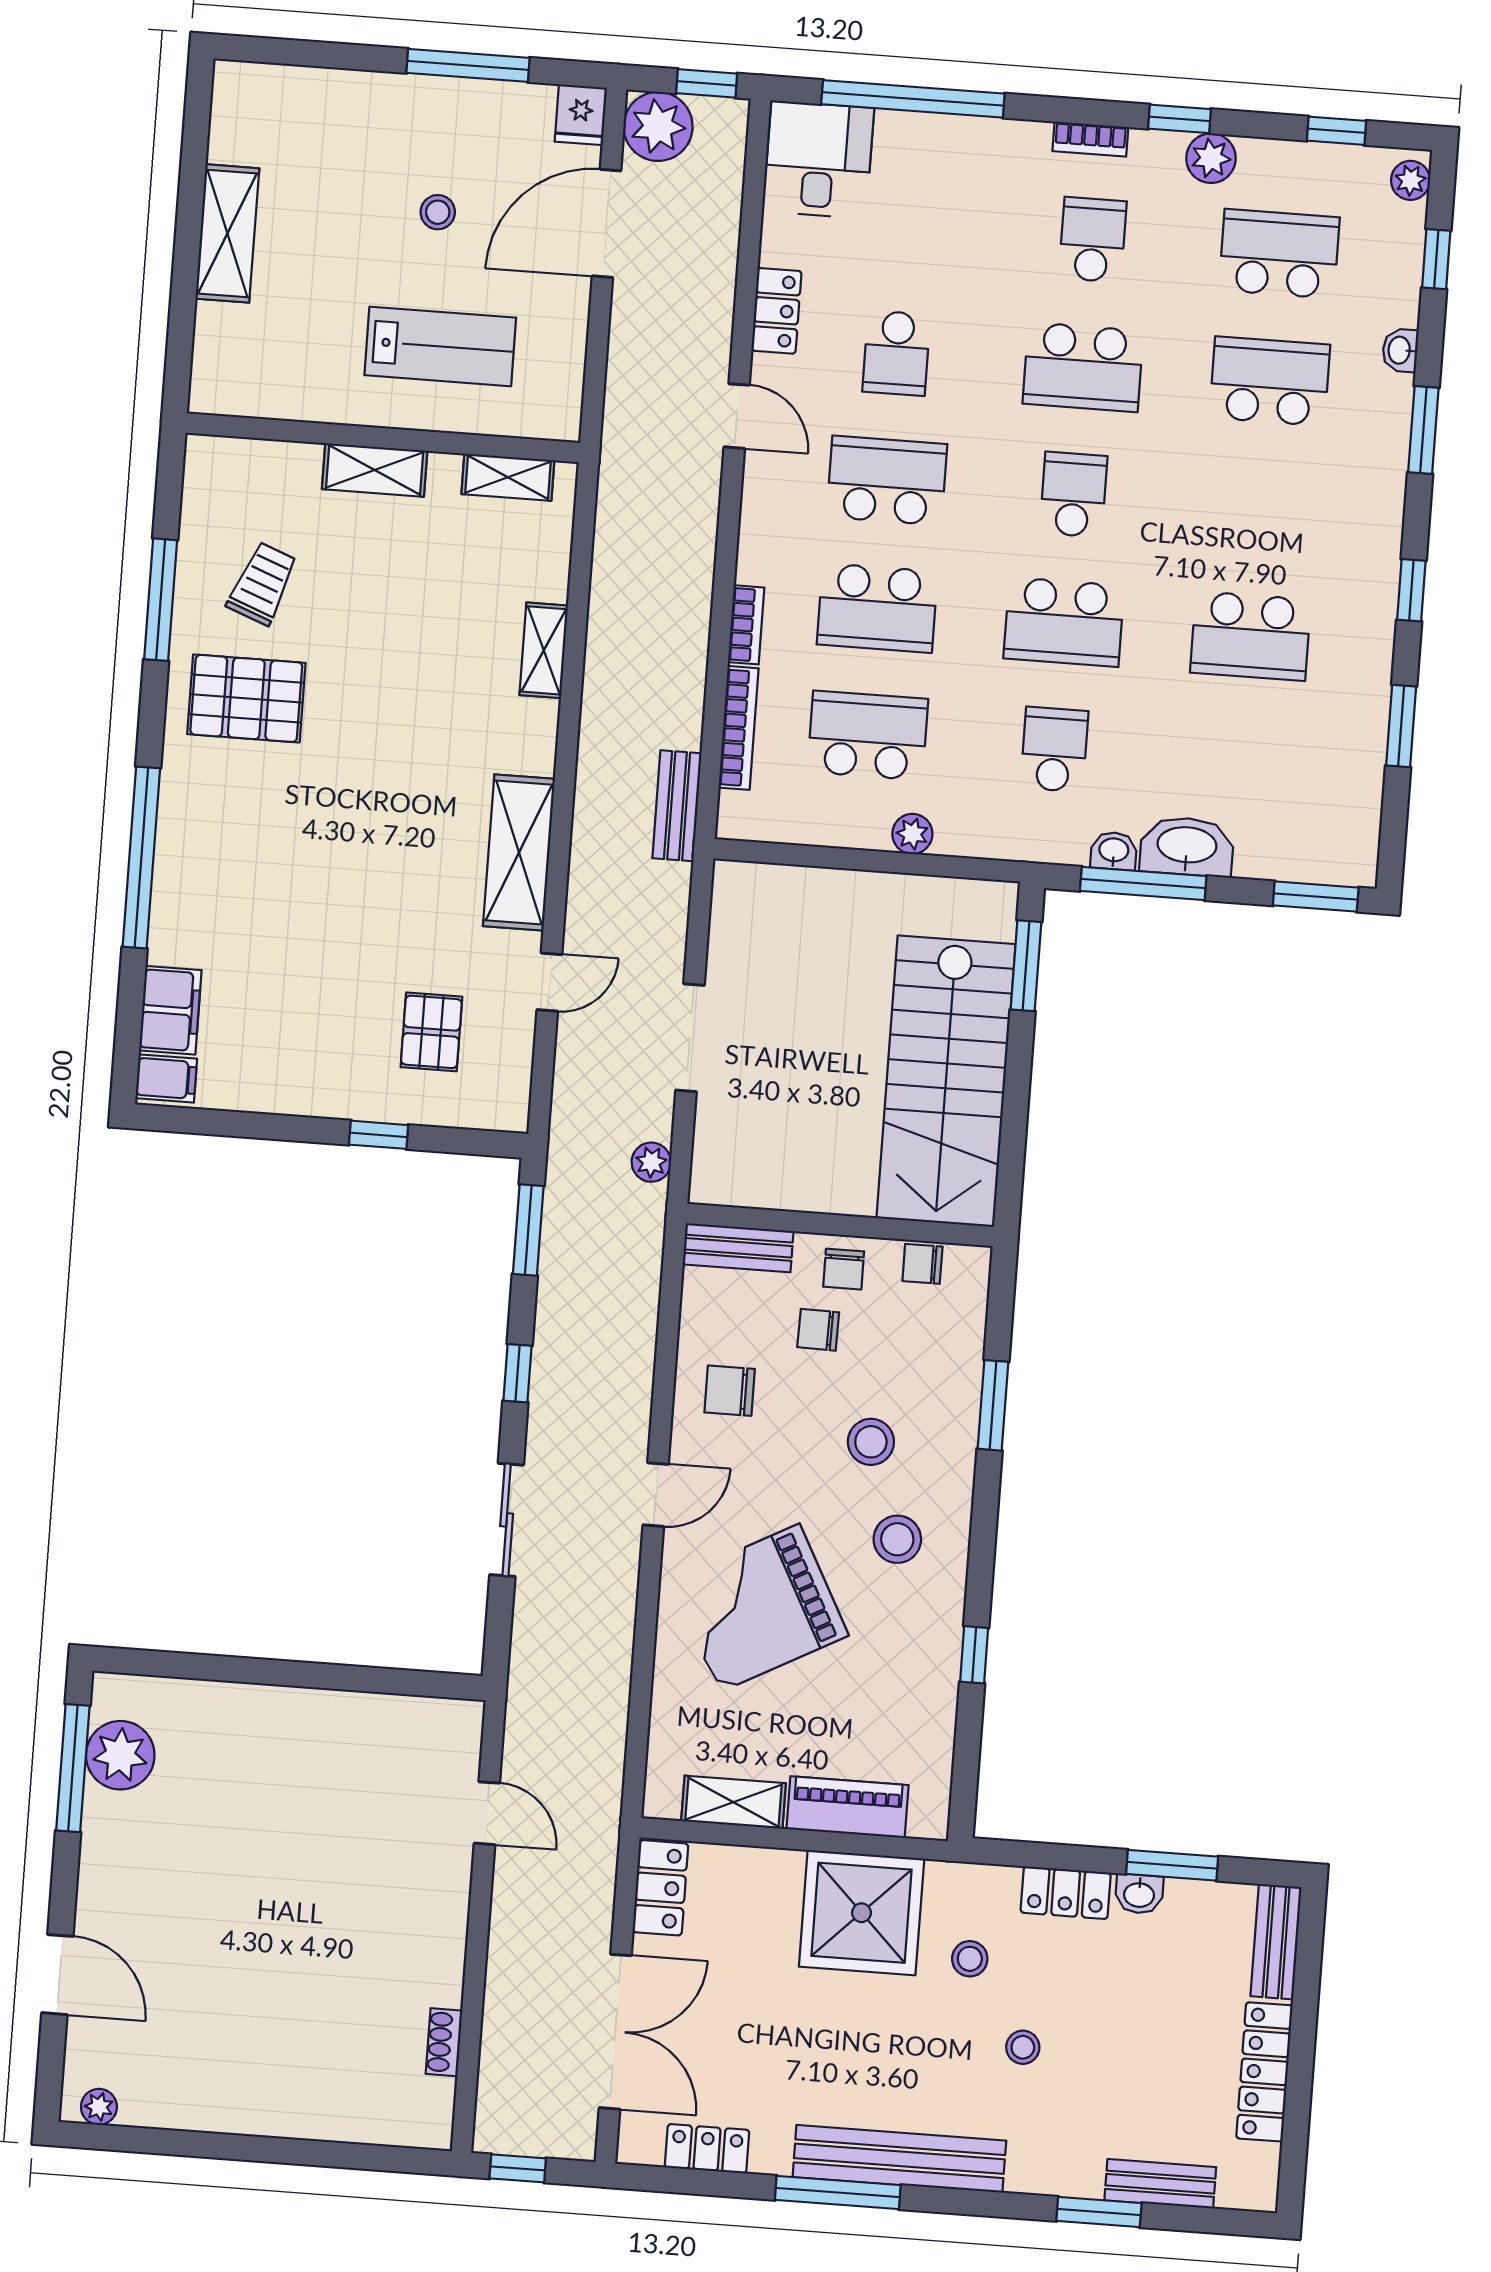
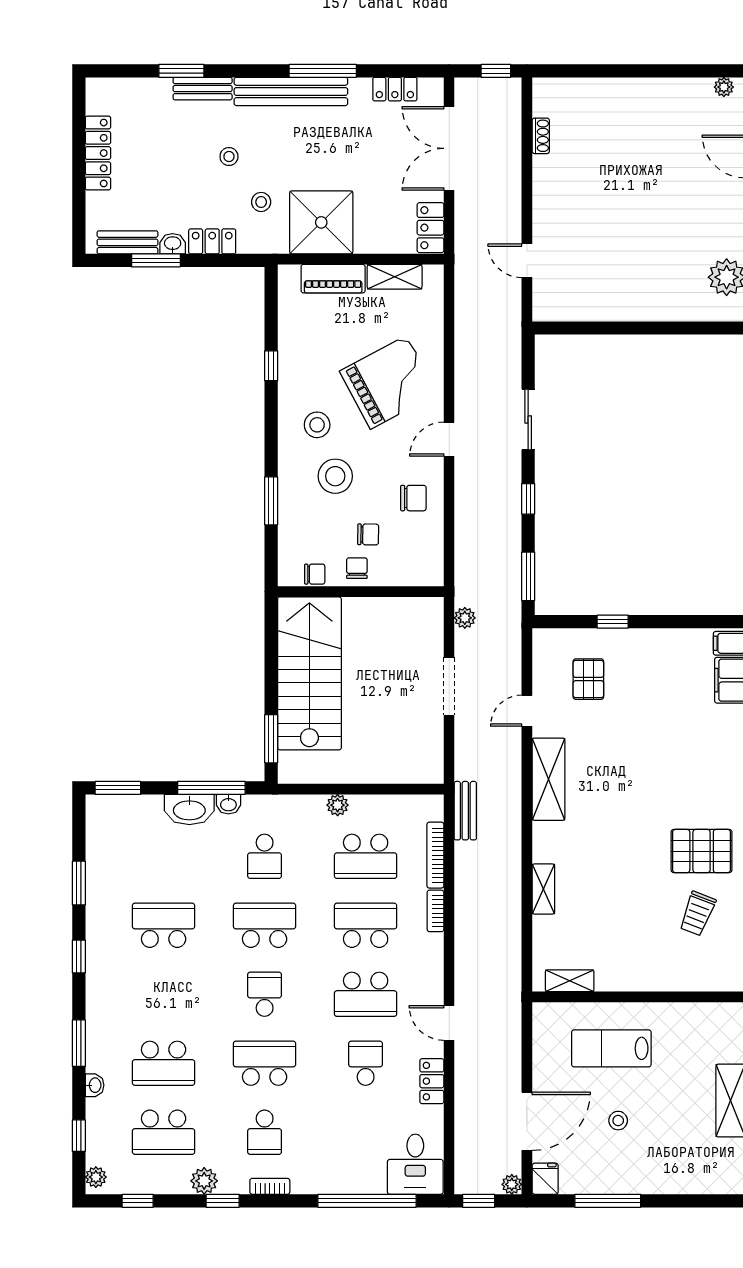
plant: (658, 126) -> (512, 1184), width x0.53, depth x0.53
shelving: (375, 470) -> (642, 979), removed
school desk: (1073, 495) -> (265, 994), turned 180
bench: (738, 1248) -> (415, 575), removed
stool: (871, 1442) -> (335, 476), width x1.38, depth x1.38
bench: (1276, 1942) -> (127, 242), moved, turned 90
bench: (1160, 2184) -> (203, 89), moved

